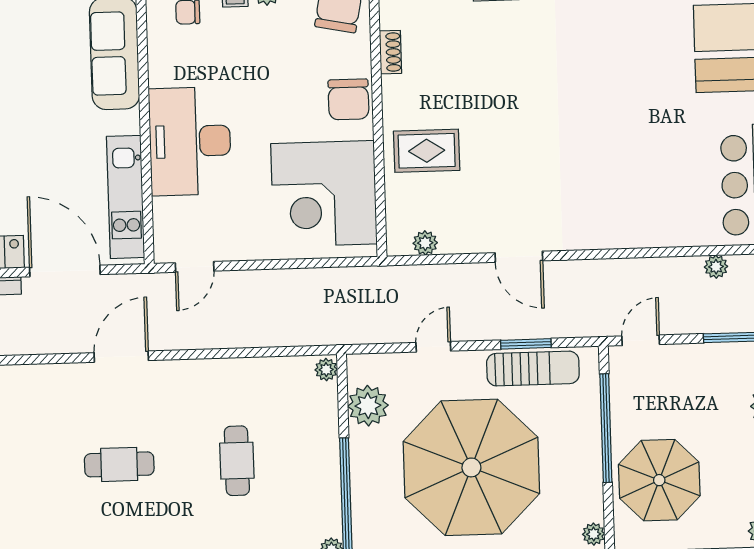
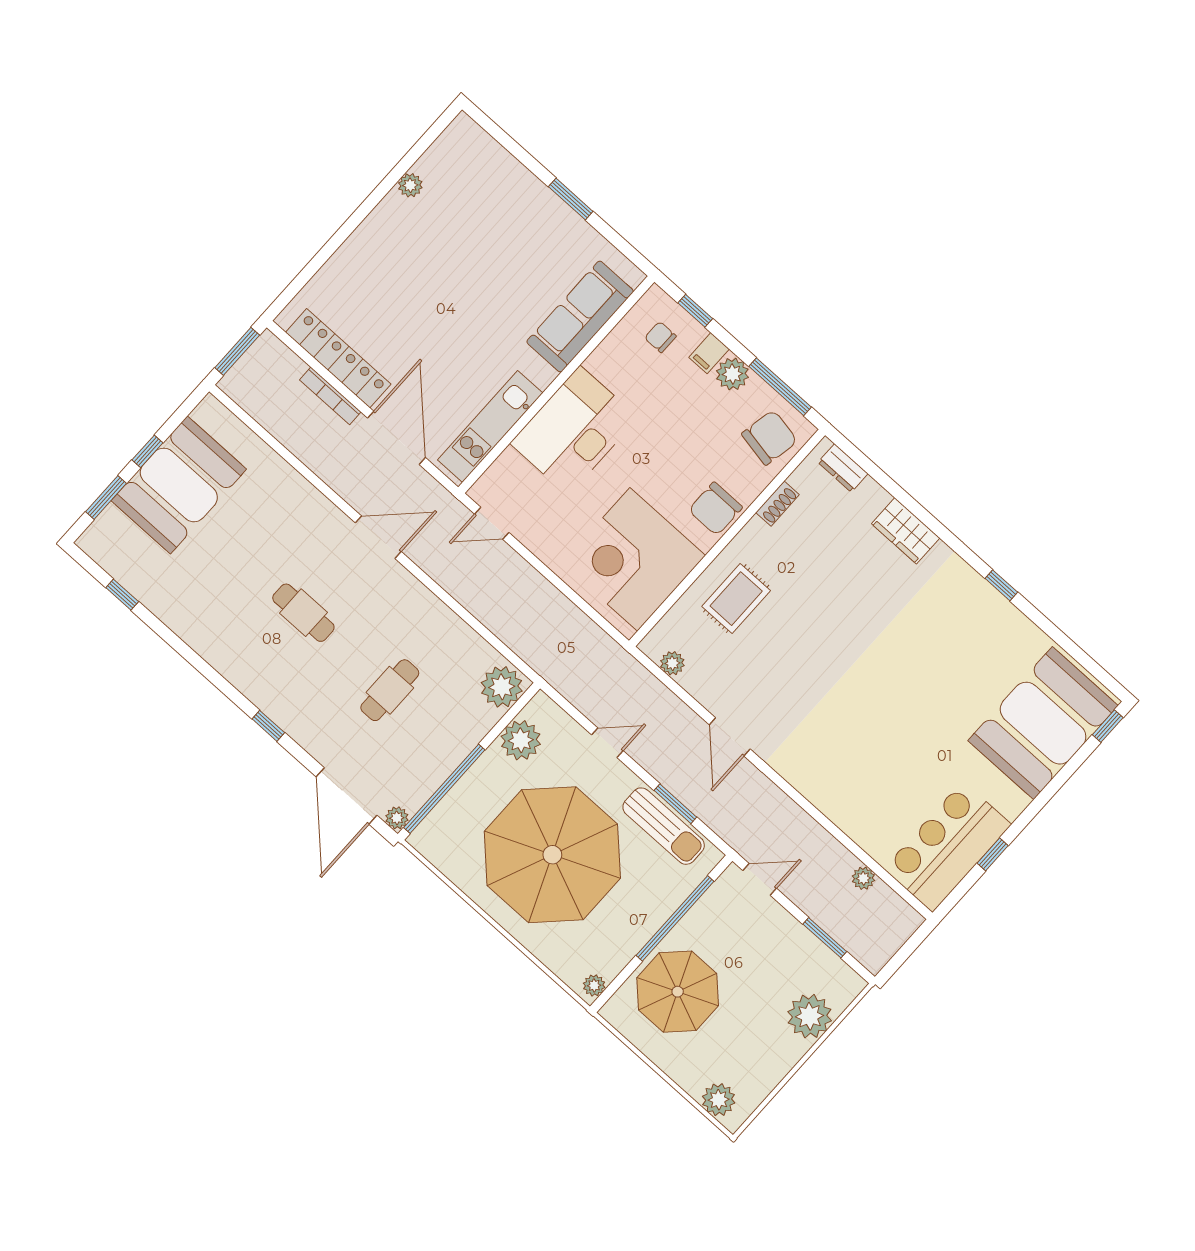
rug: (427, 151) -> (736, 599), turned 90
plant: (326, 370) -> (502, 687), width x1.88, depth x1.88

